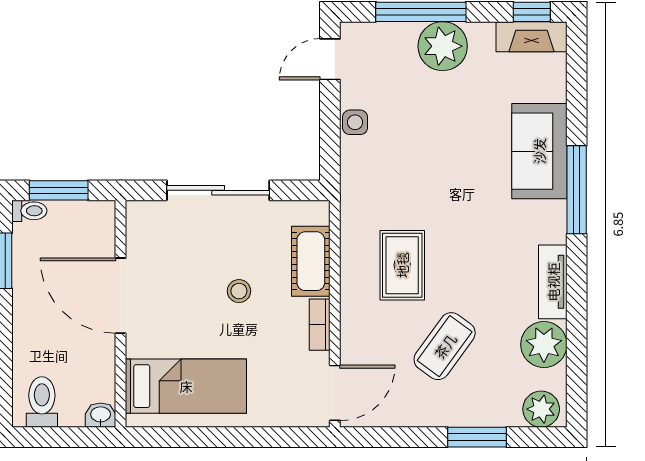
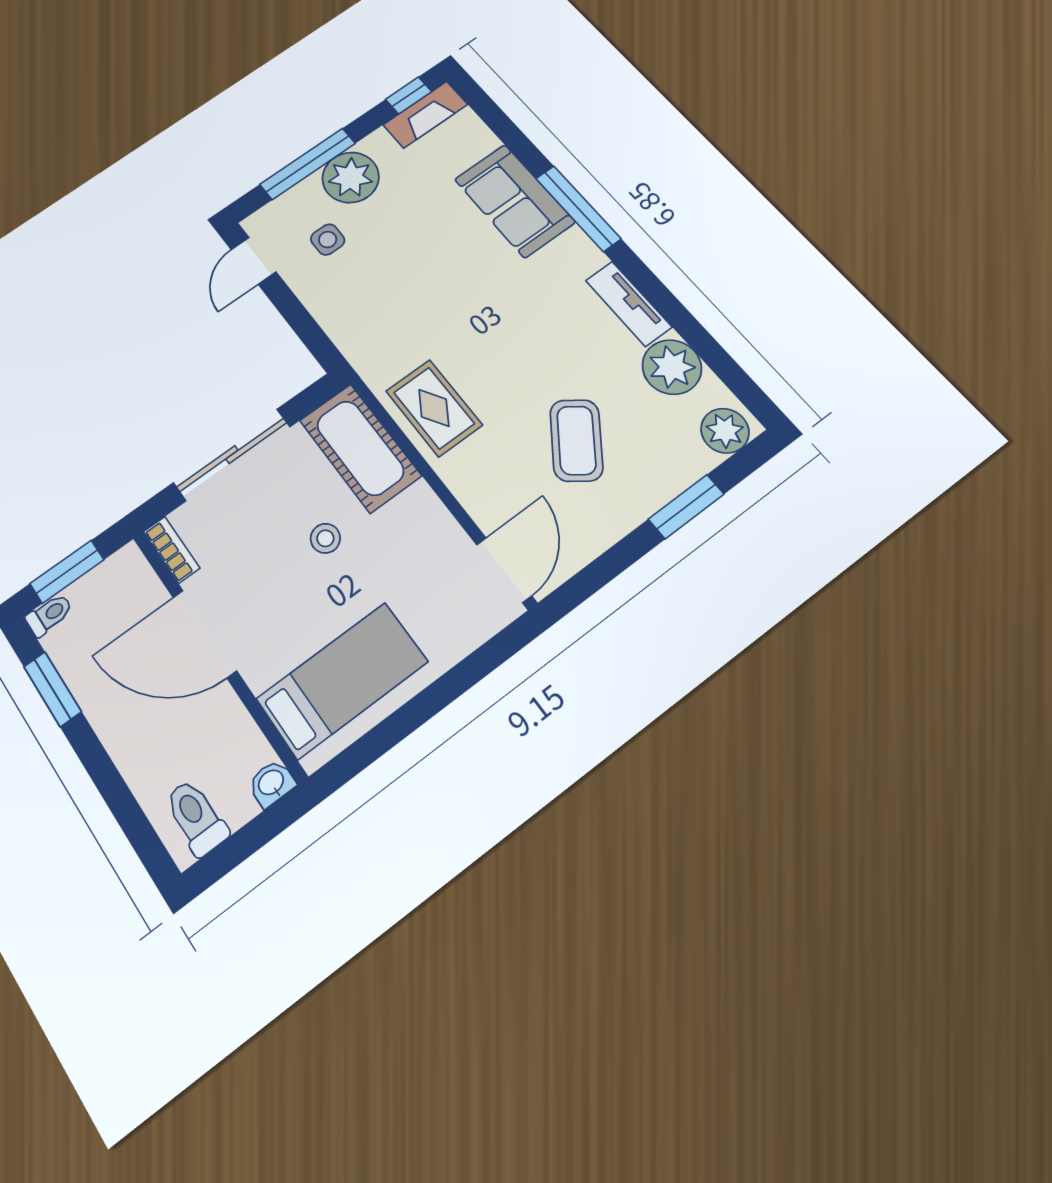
side table: (355, 122) -> (328, 240), moved
cot: (311, 261) -> (360, 448), width x1.37, depth x1.34
rug: (402, 265) -> (434, 408), moved
bookcase: (320, 325) -> (172, 550), moved, turned 180

